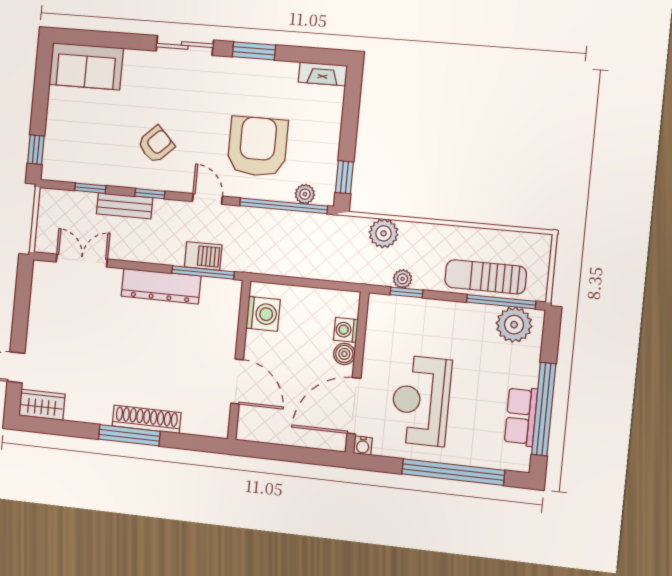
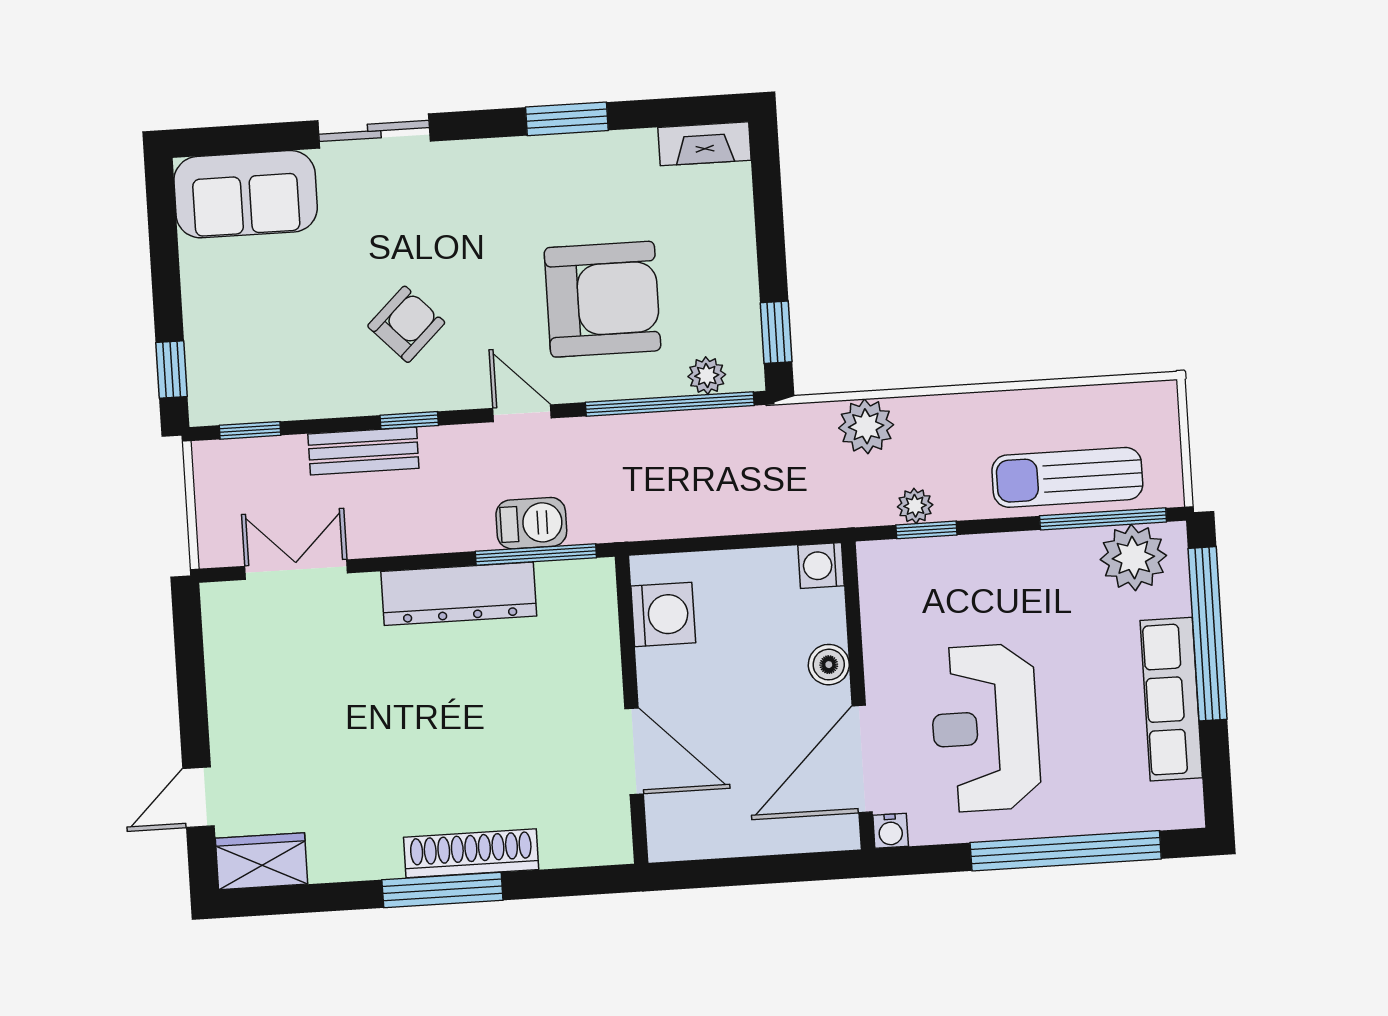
sliding door: (185, 45) -> (374, 131), moved
armchair: (258, 147) -> (603, 299), turned 90
window: (90, 188) -> (250, 430), moved
washing machine: (346, 330) -> (821, 566), moved
window: (544, 409) -> (1208, 634), moved
row of seats: (521, 416) -> (1171, 699), width x1.48

